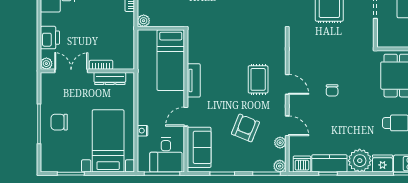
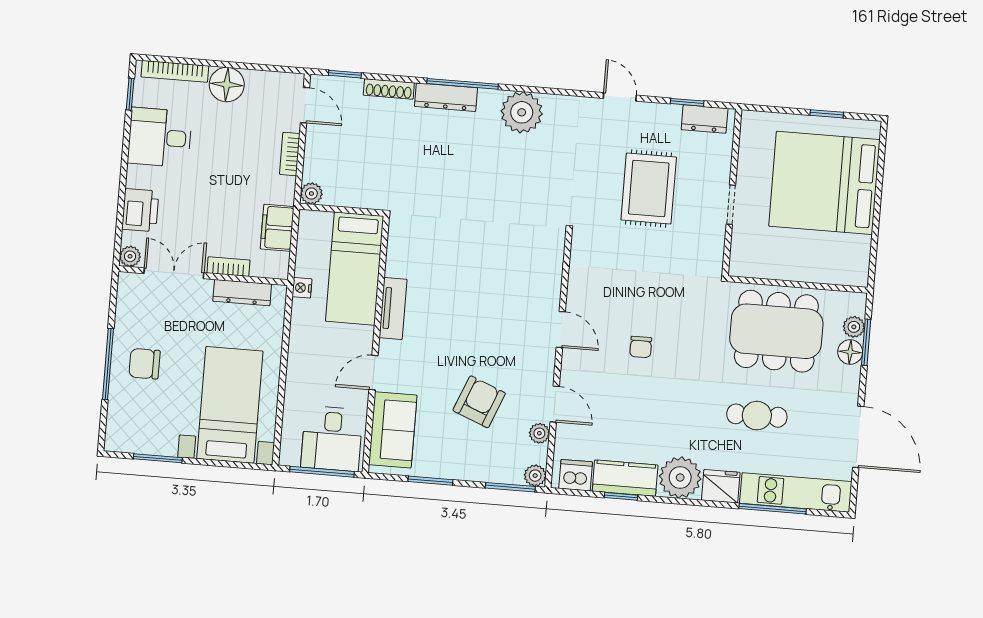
filing cabinet: (126, 41) -> (277, 228), added
rug: (258, 79) -> (509, 316), removed
nightstand: (143, 131) -> (302, 288), moved

